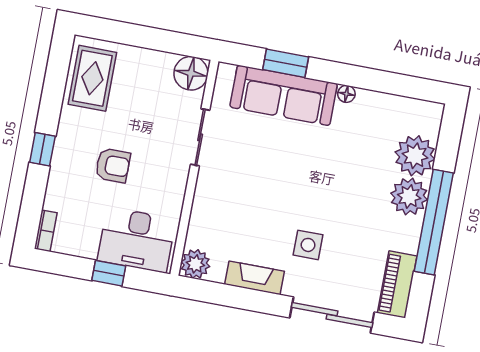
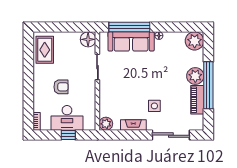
window: (286, 63) -> (129, 27), width x2.11
window: (42, 149) -> (28, 85), removed
plant: (415, 156) -> (195, 41), moved
desk: (137, 240) -> (67, 118), moved
piano: (397, 285) -> (197, 100), moved

